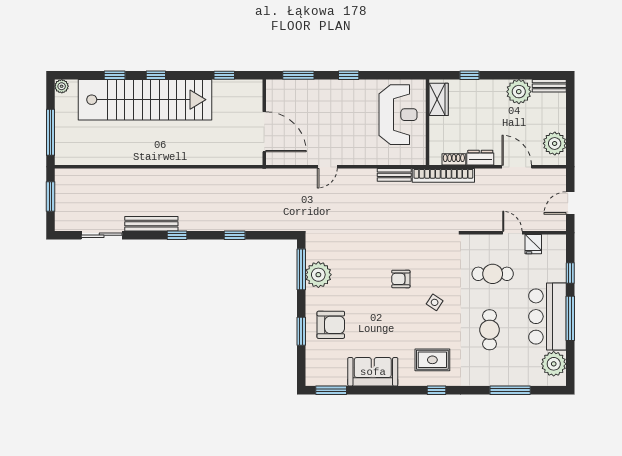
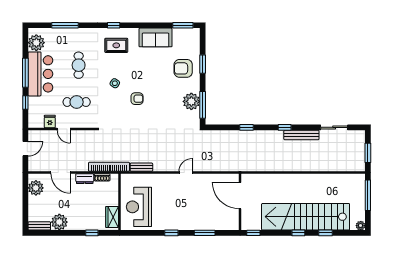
wall: (264, 122) -> (240, 202), moved
door: (264, 132) -> (240, 196), moved

